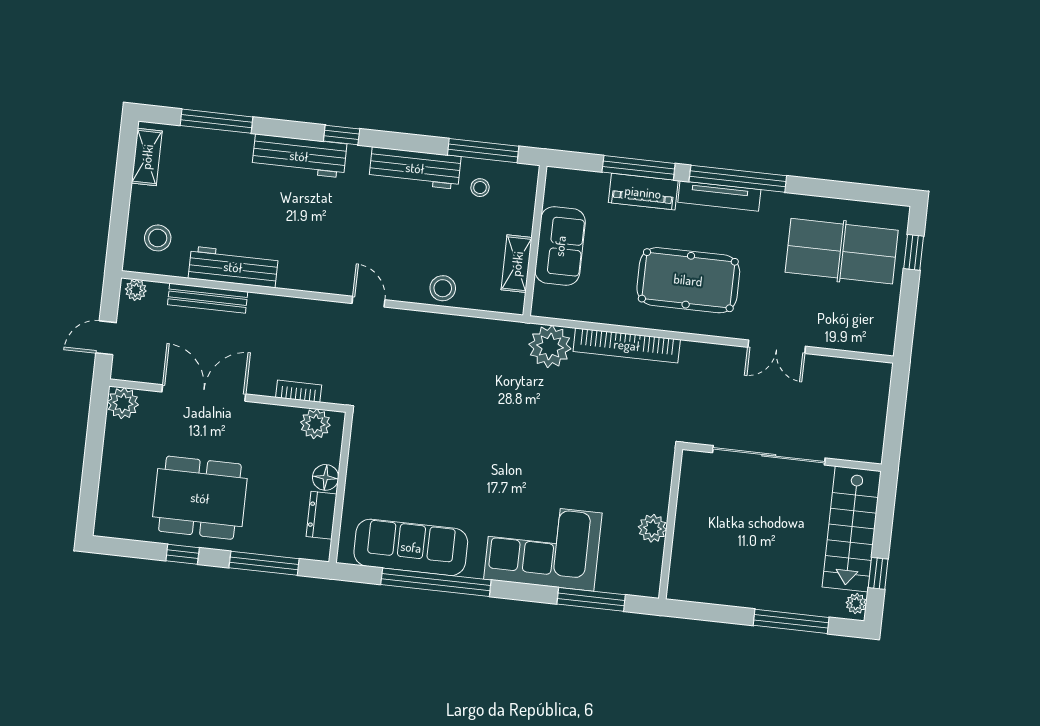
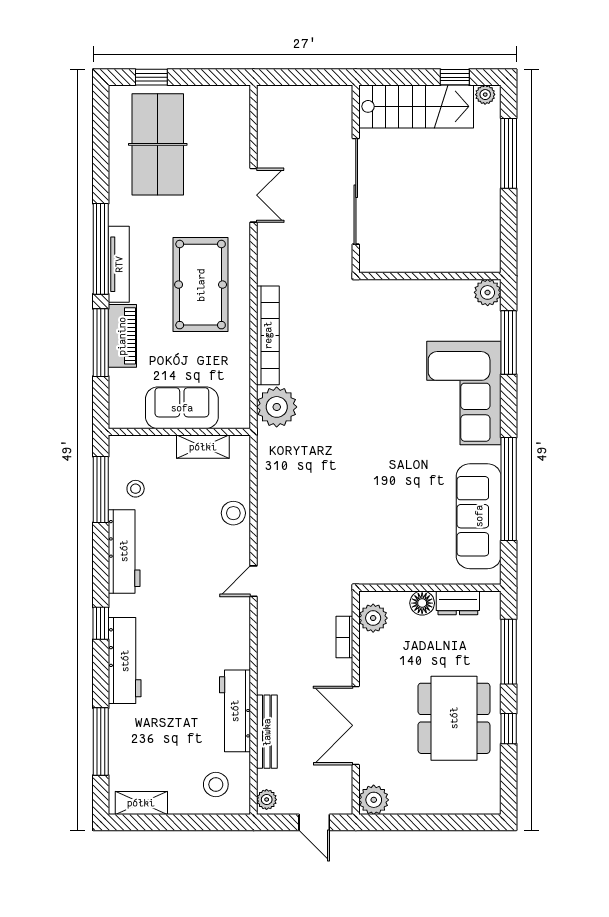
plant: (652, 528) -> (488, 292), moved

